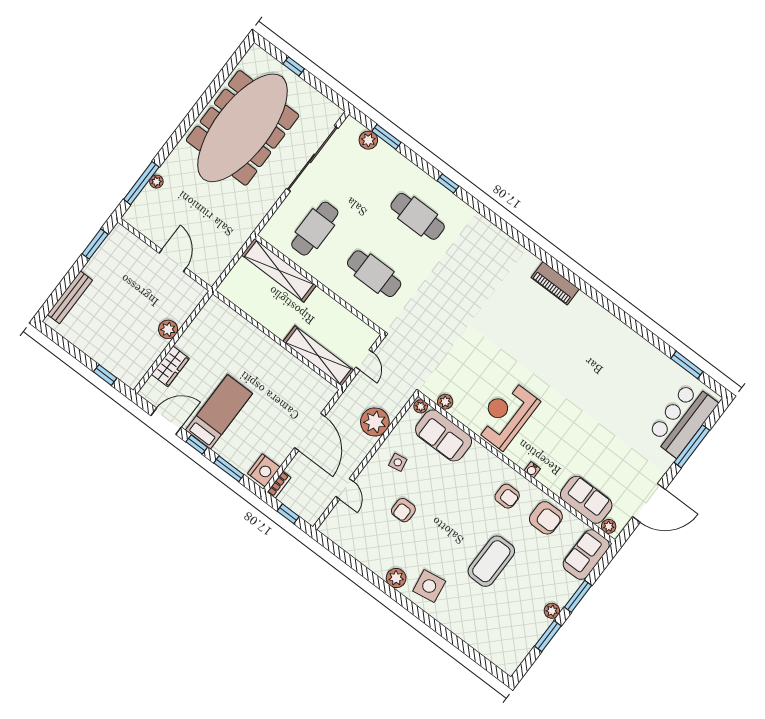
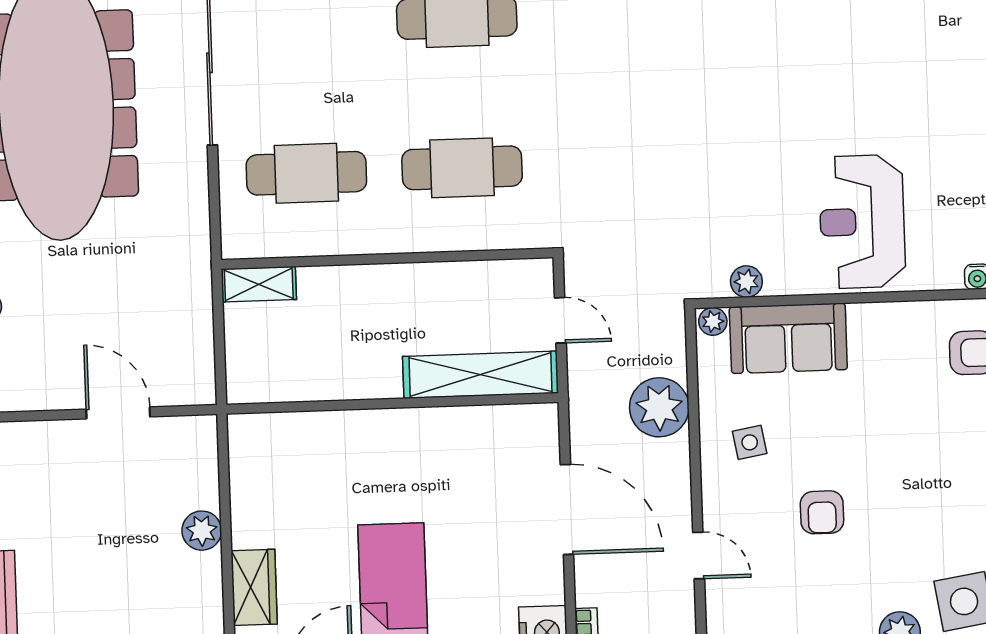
cafe table: (315, 229) -> (306, 173), turned 90
shelving: (279, 270) -> (259, 284), width x0.45, depth x0.75

